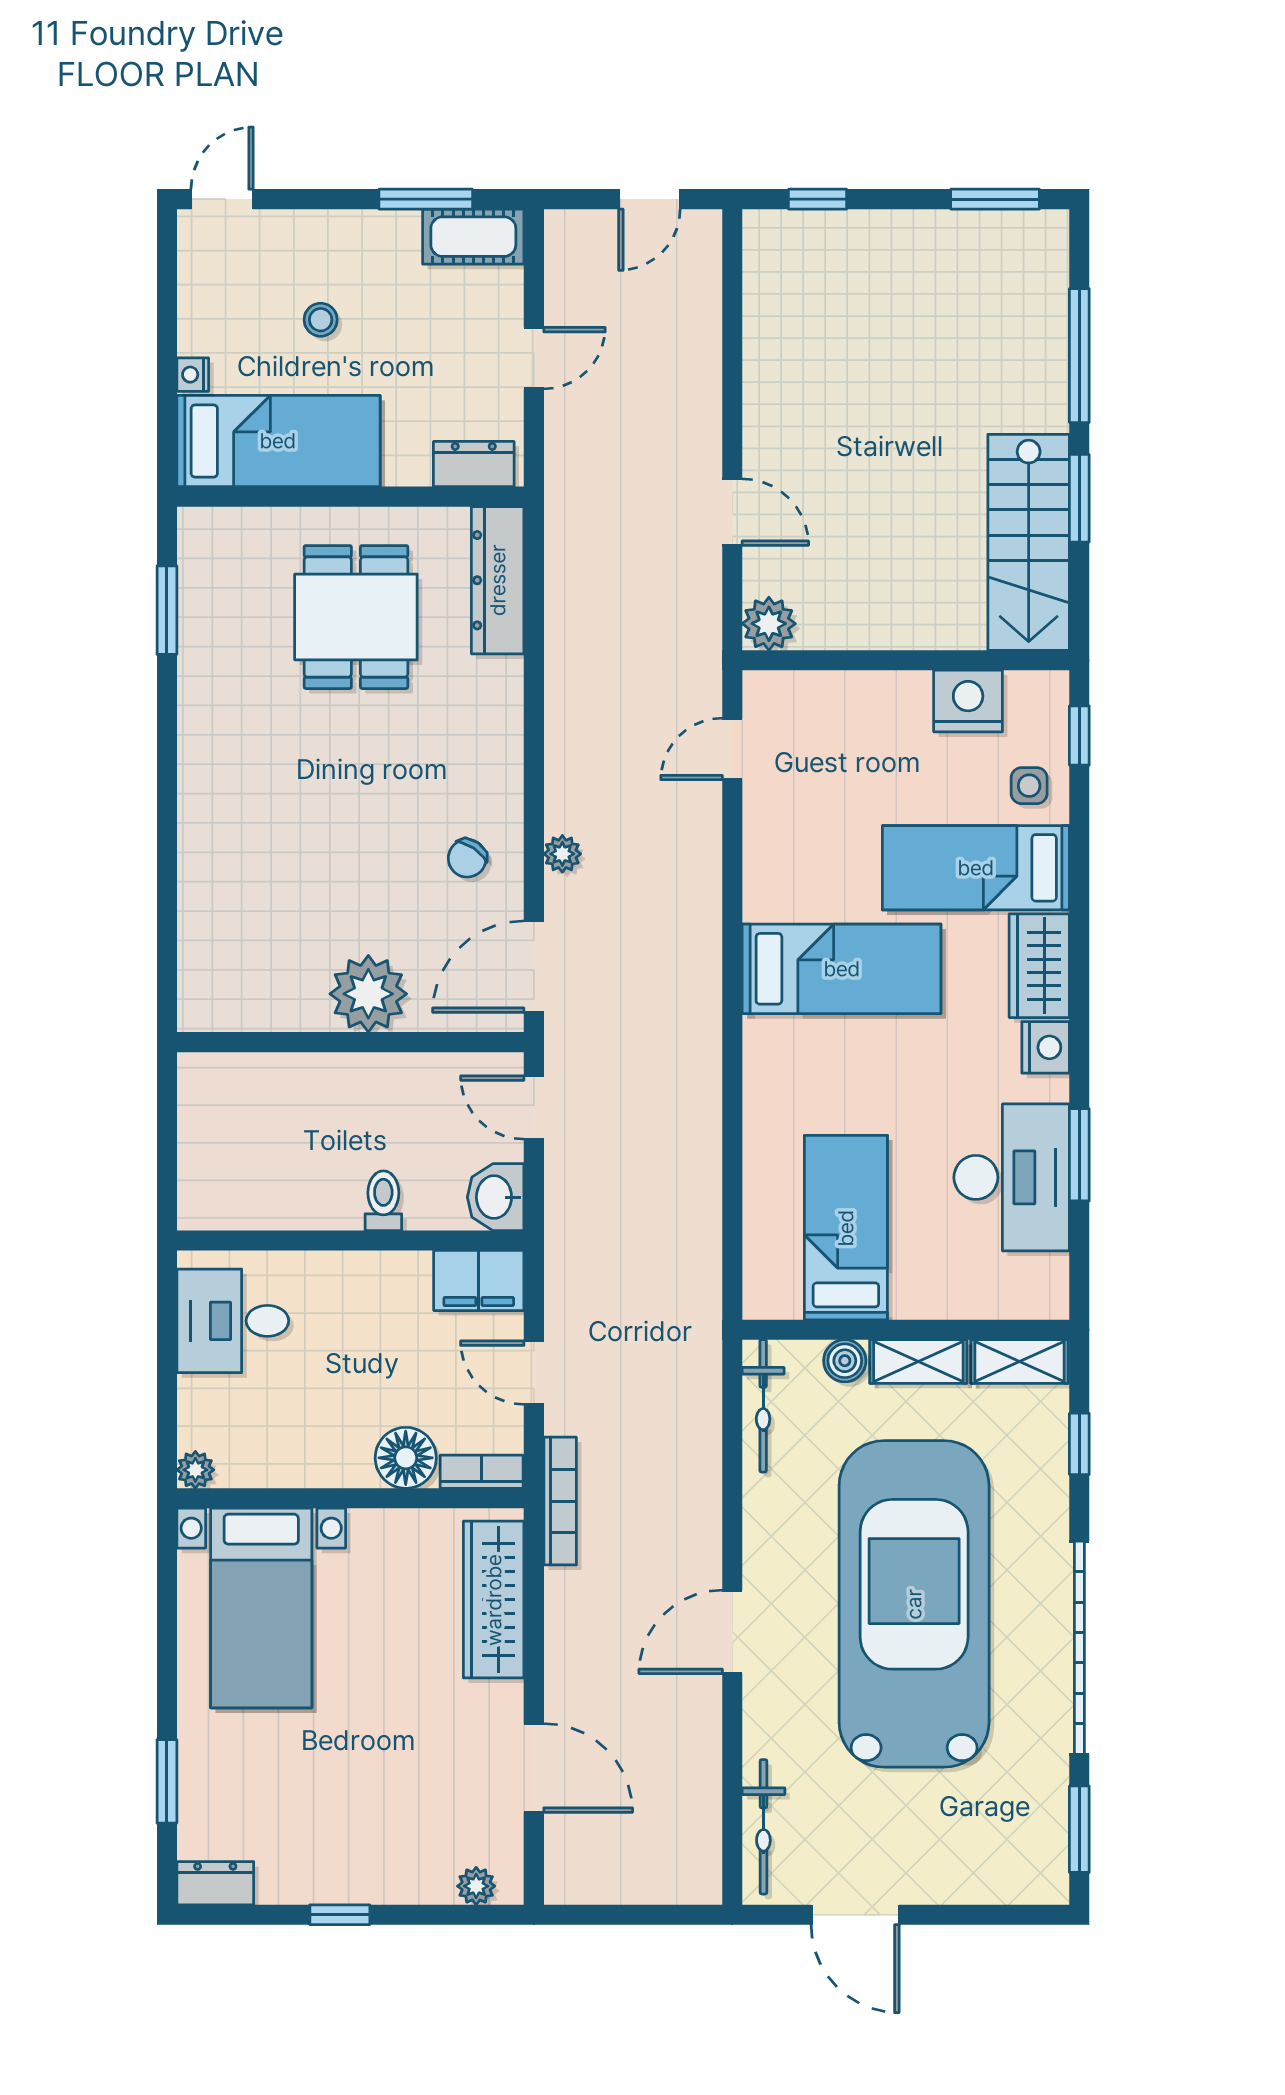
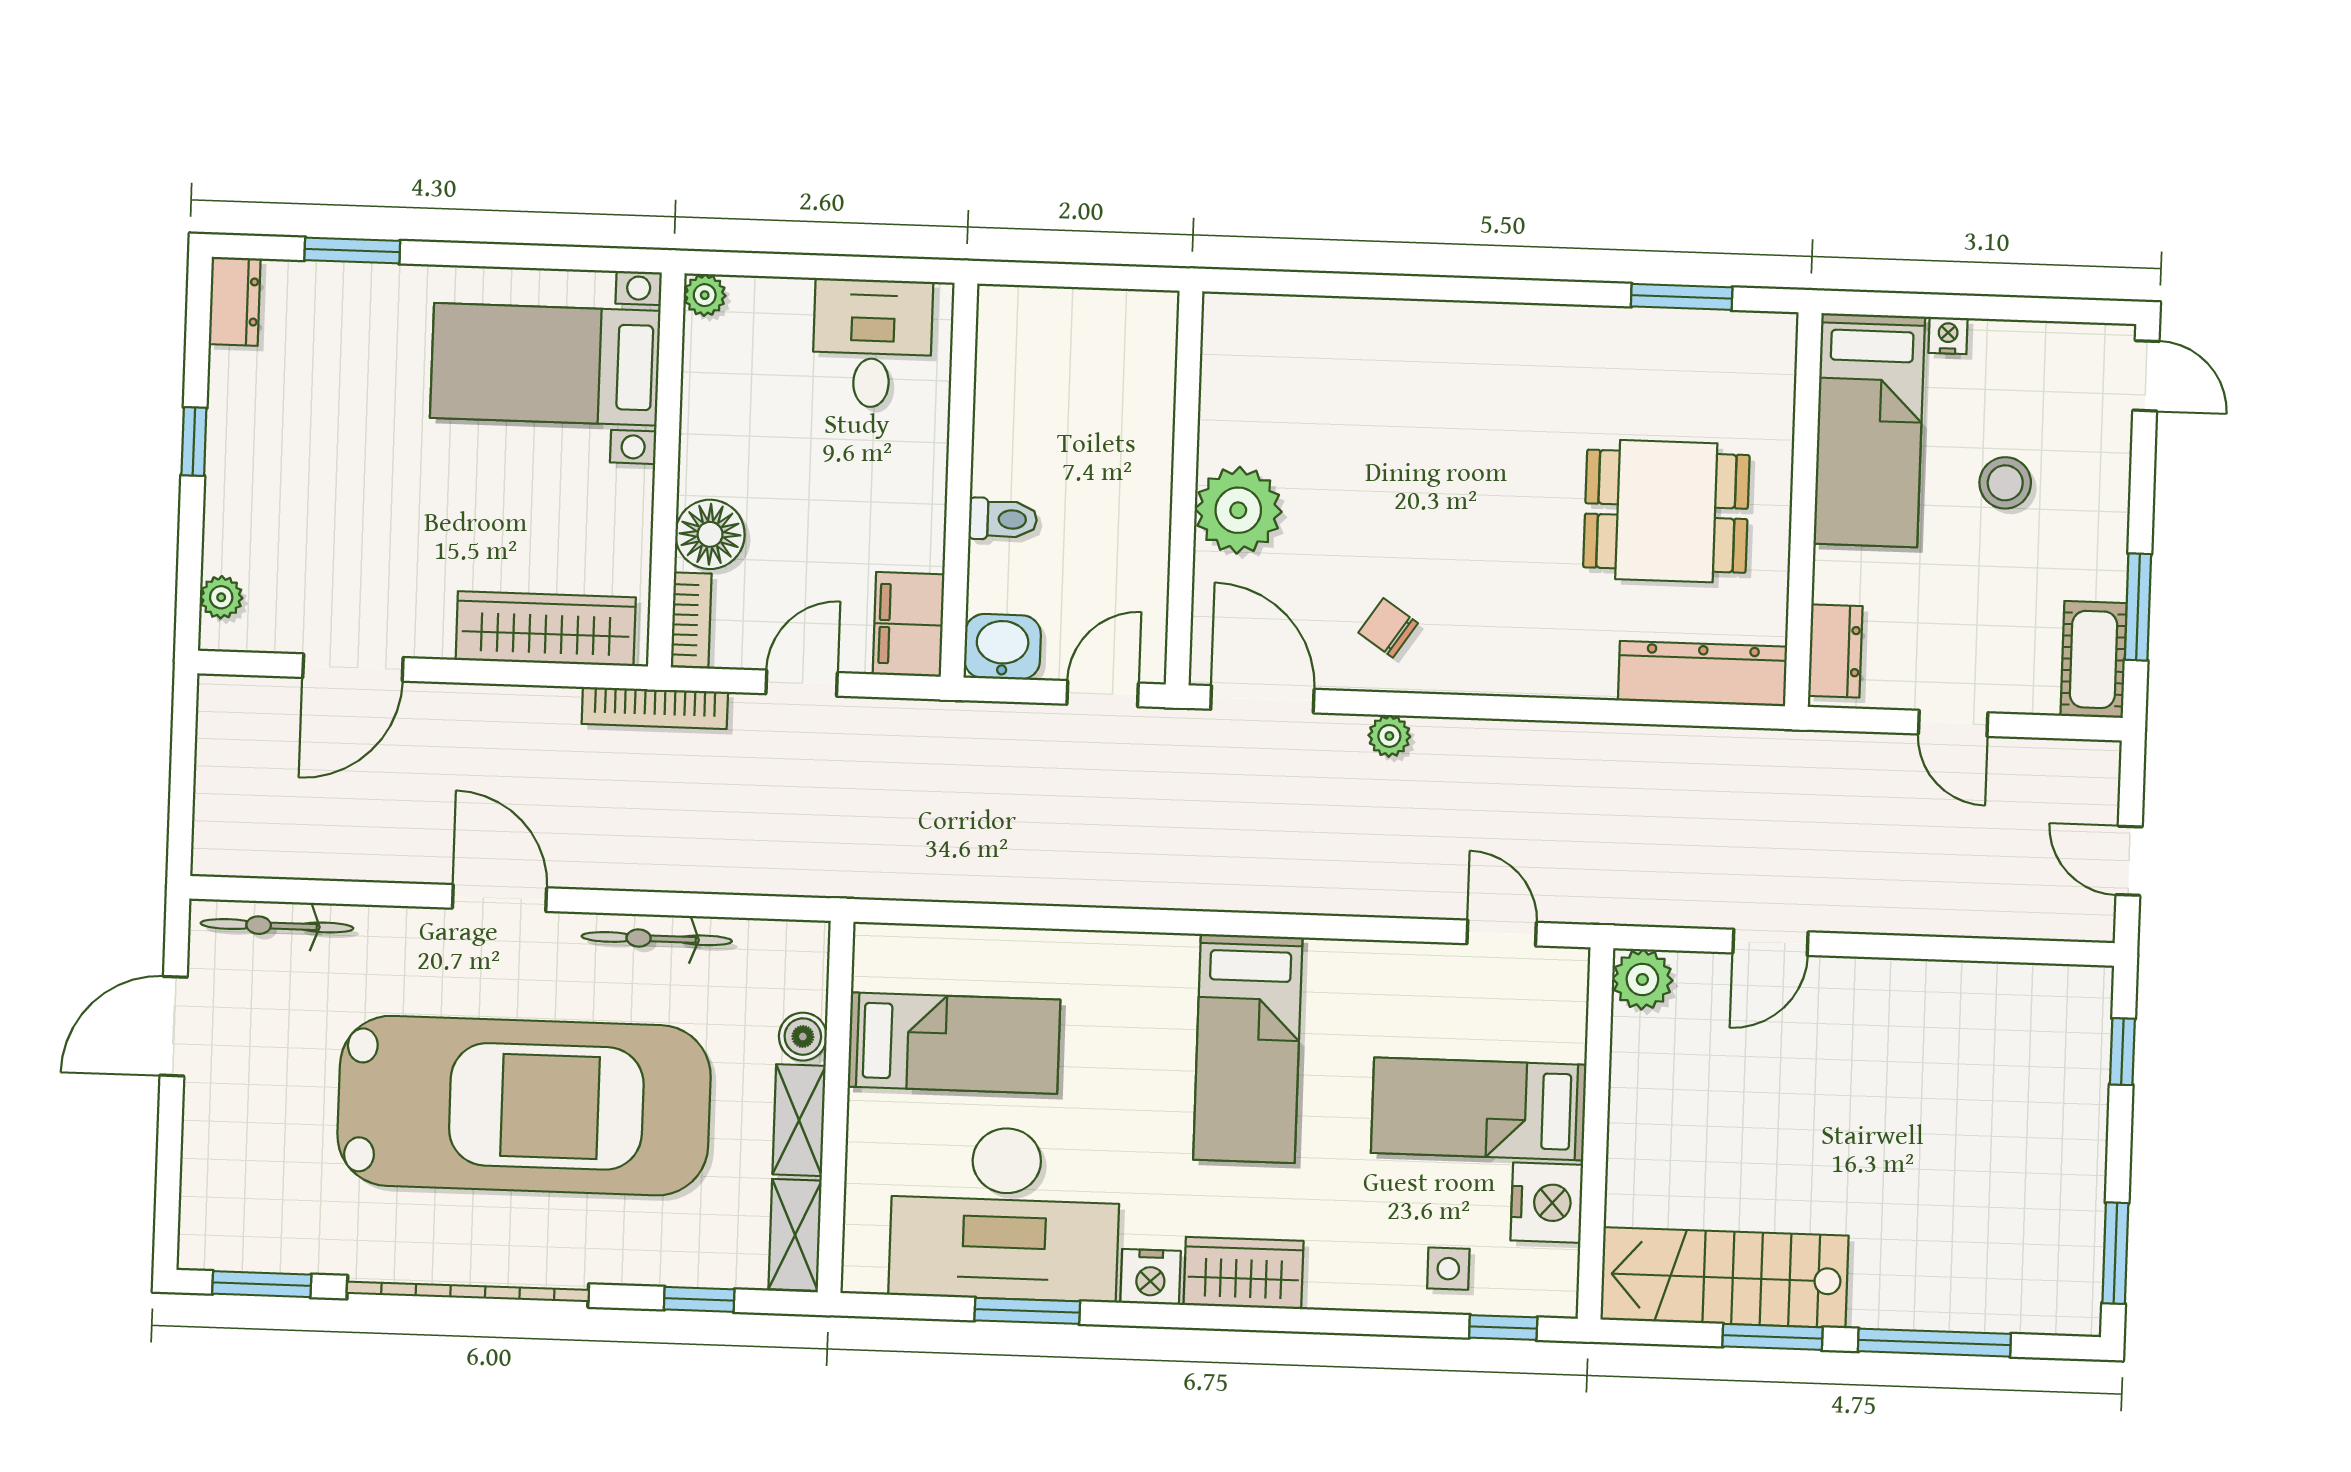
stool: (321, 320) -> (2005, 483), width x1.37, depth x1.37
bed: (976, 868) -> (1479, 1109), moved, turned -90
desk: (1012, 1177) -> (1005, 1214), width x1.36, depth x1.30
bicycle: (763, 1406) -> (657, 939), moved

